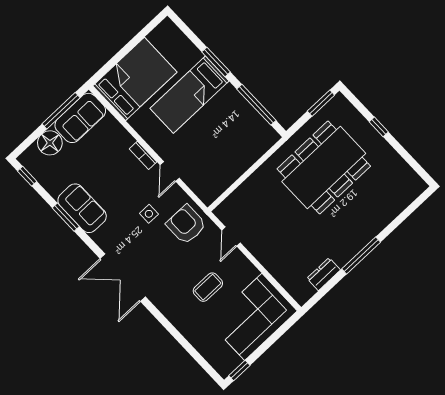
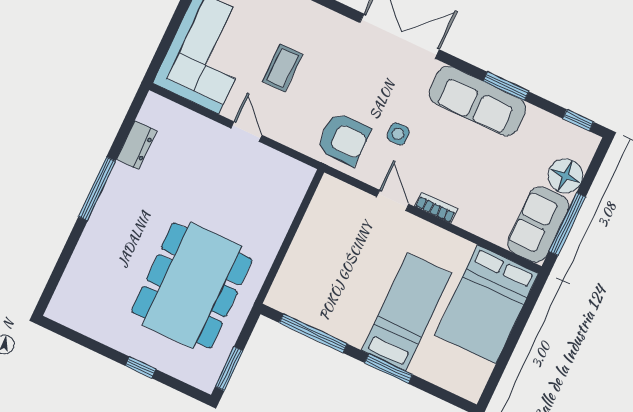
sofa: (82, 208) -> (478, 101), width x1.36
door: (231, 237) -> (246, 132), moved

